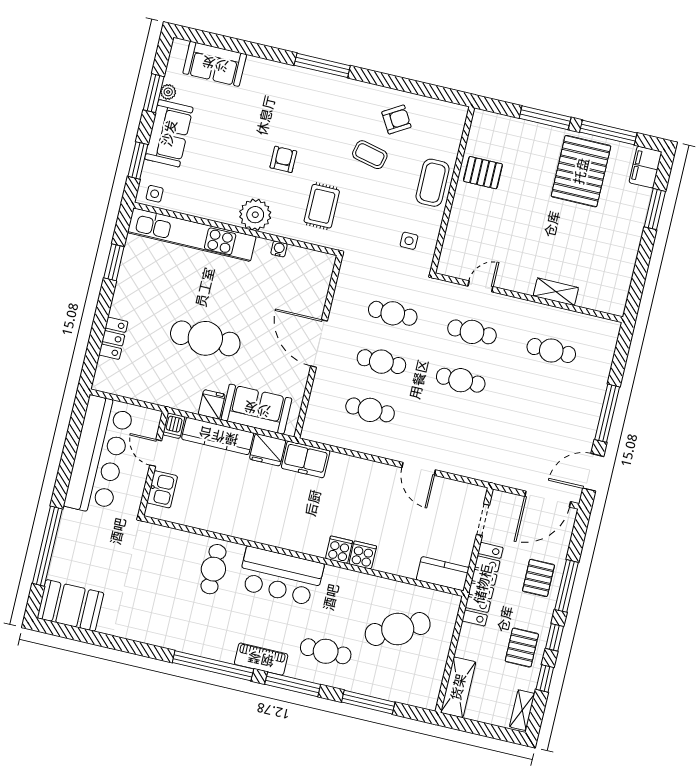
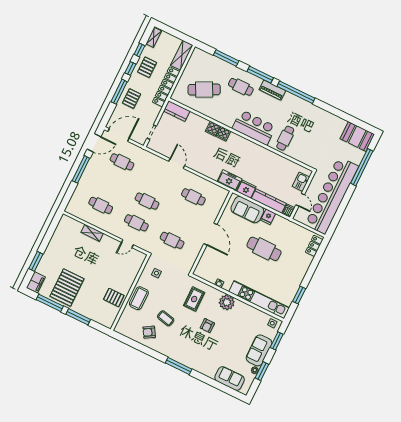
locker: (113, 338) -> (314, 246), moved
cafe table: (381, 362) -> (122, 162), moved
bar counter: (99, 455) -> (332, 196), width x1.36
locker: (483, 584) -> (166, 87), moved

